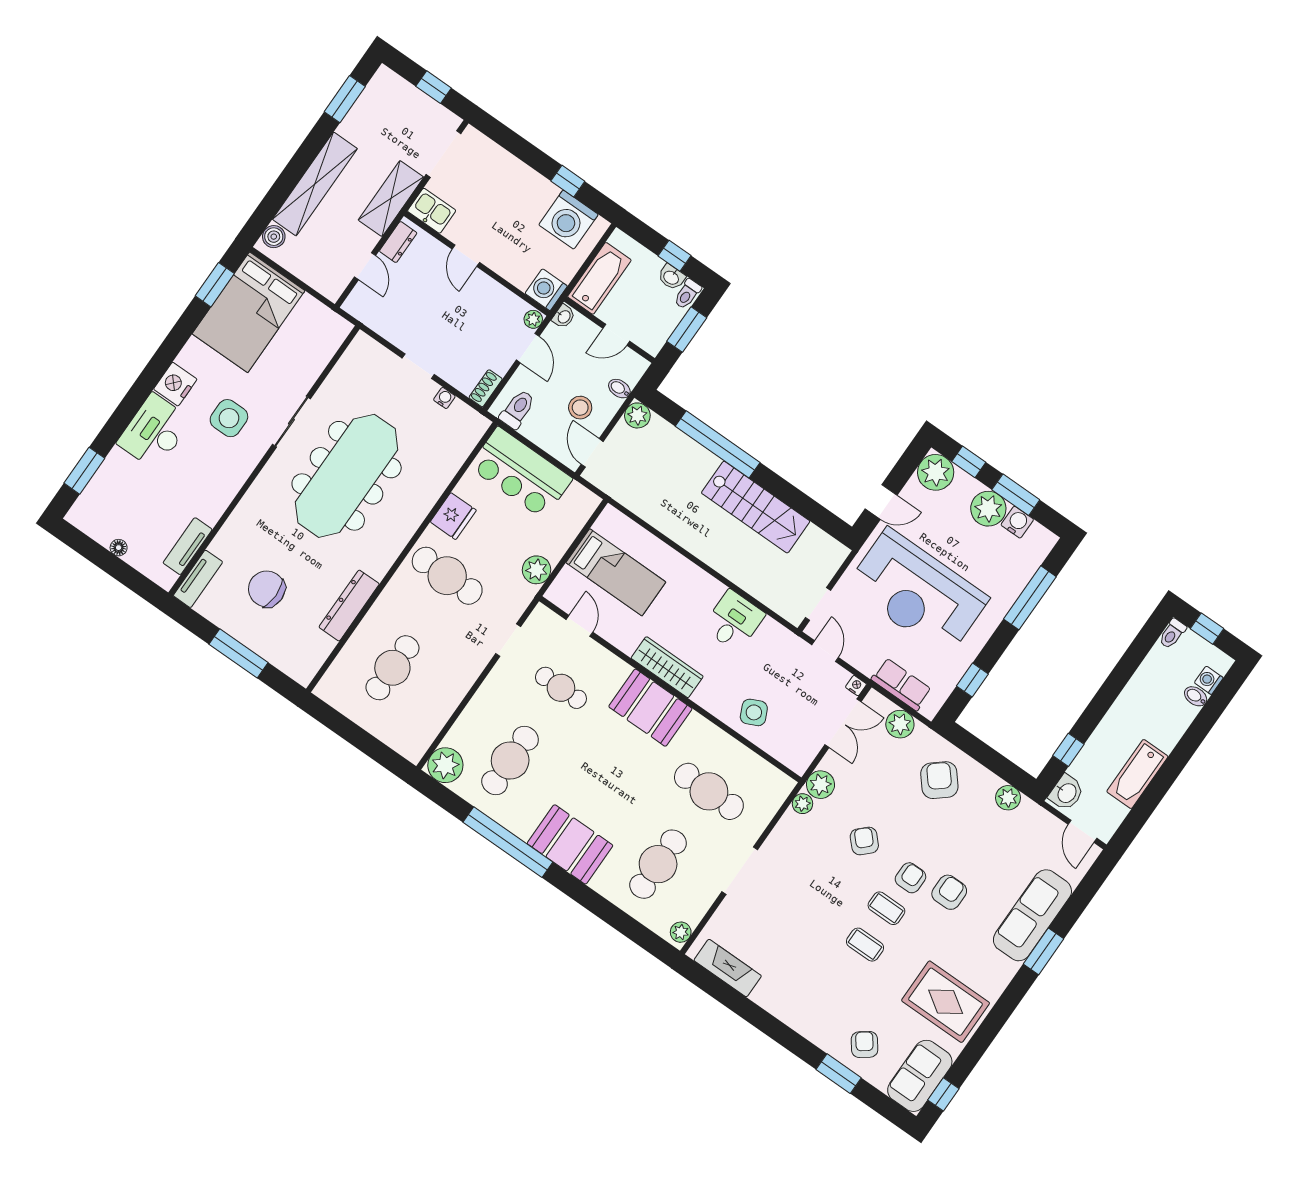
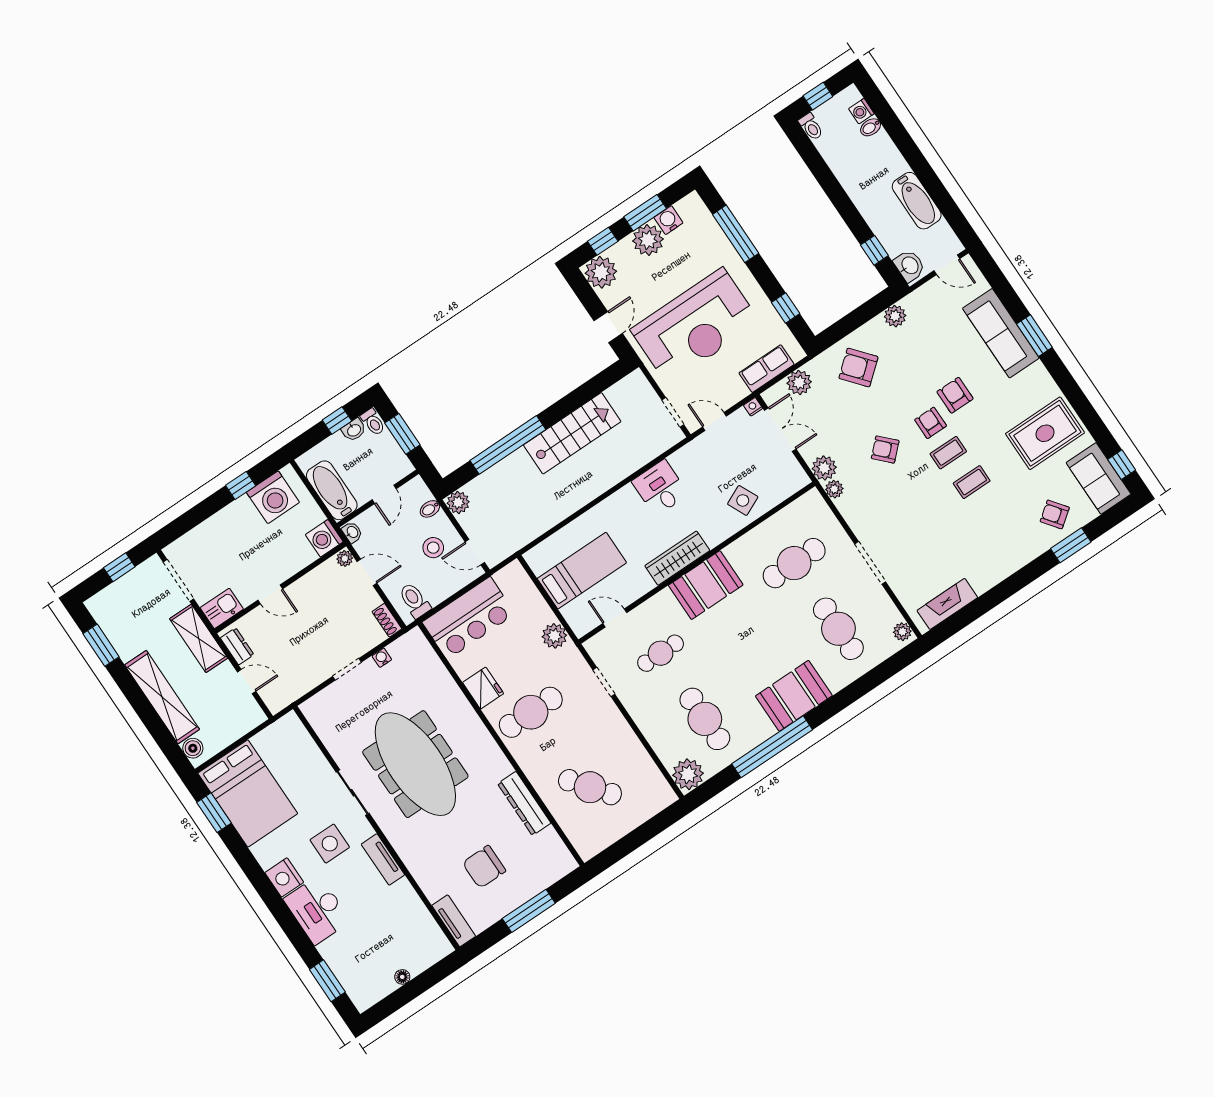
tv unit: (188, 546) -> (383, 859), moved
cafe table: (392, 668) -> (590, 787), turned -38

